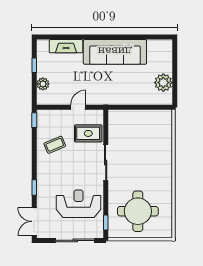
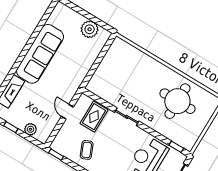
sliding door: (106, 163) -> (127, 117), width x0.73
round table: (138, 211) -> (177, 101), moved

